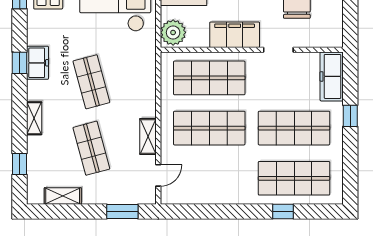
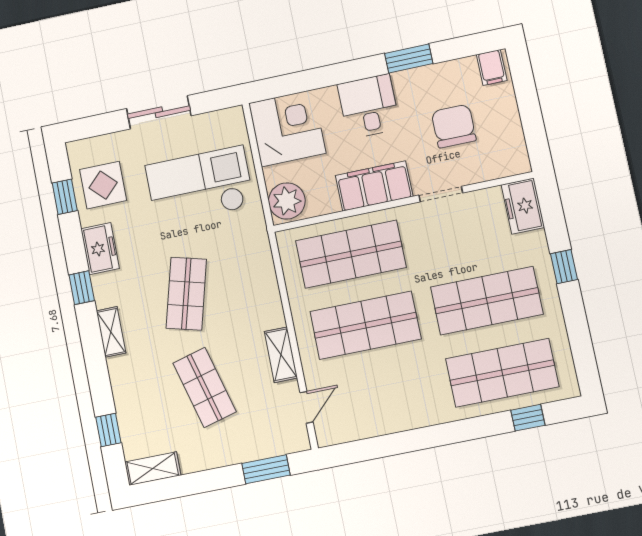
freezer: (38, 63) -> (100, 249), moved
freezer: (332, 76) -> (523, 206), width x0.71
shop shelf: (91, 82) -> (186, 294), turned 30
shelving: (34, 118) -> (111, 332), moved
shelving: (63, 196) -> (153, 469), moved
window: (283, 211) -> (528, 418), moved

